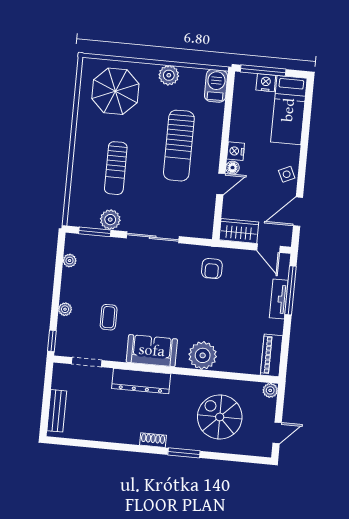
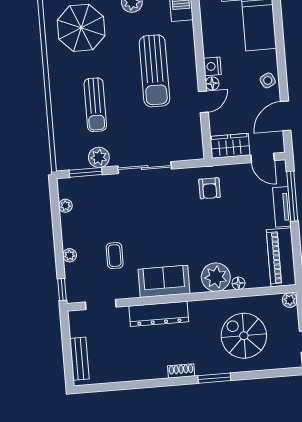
piano: (272, 355) -> (281, 257), width x1.37, depth x1.33
floor lamp: (224, 365) -> (238, 283), added

